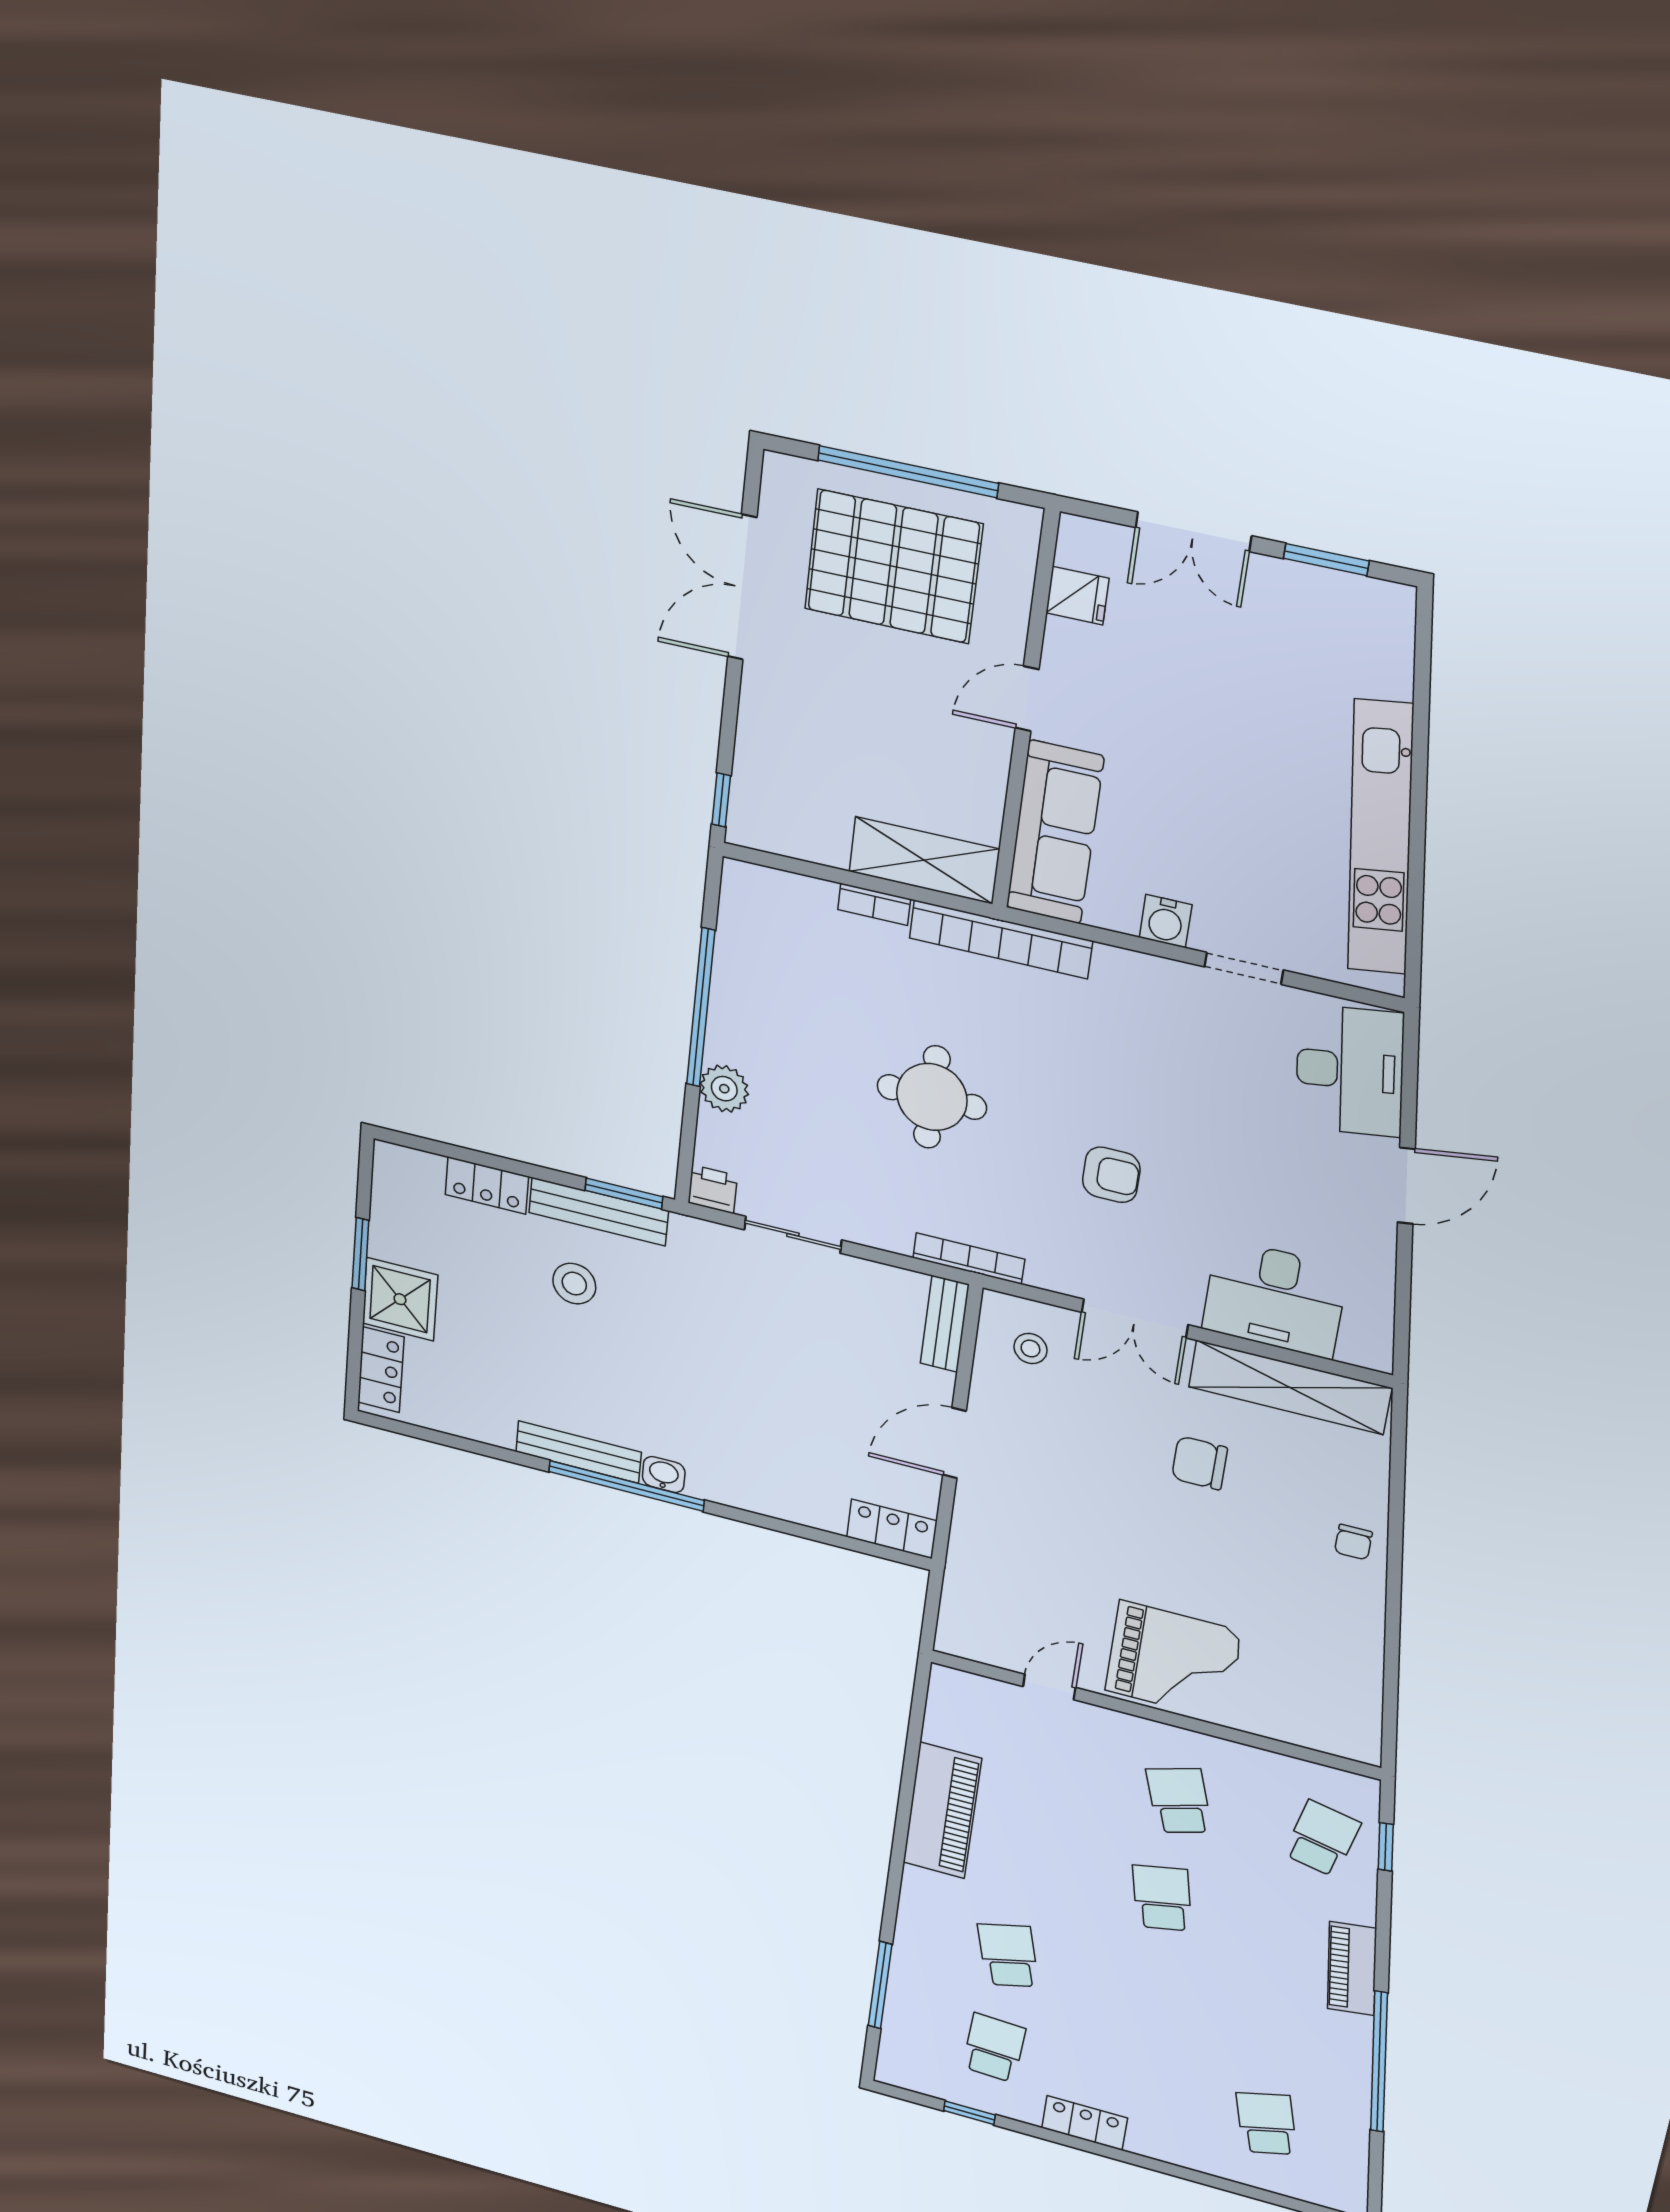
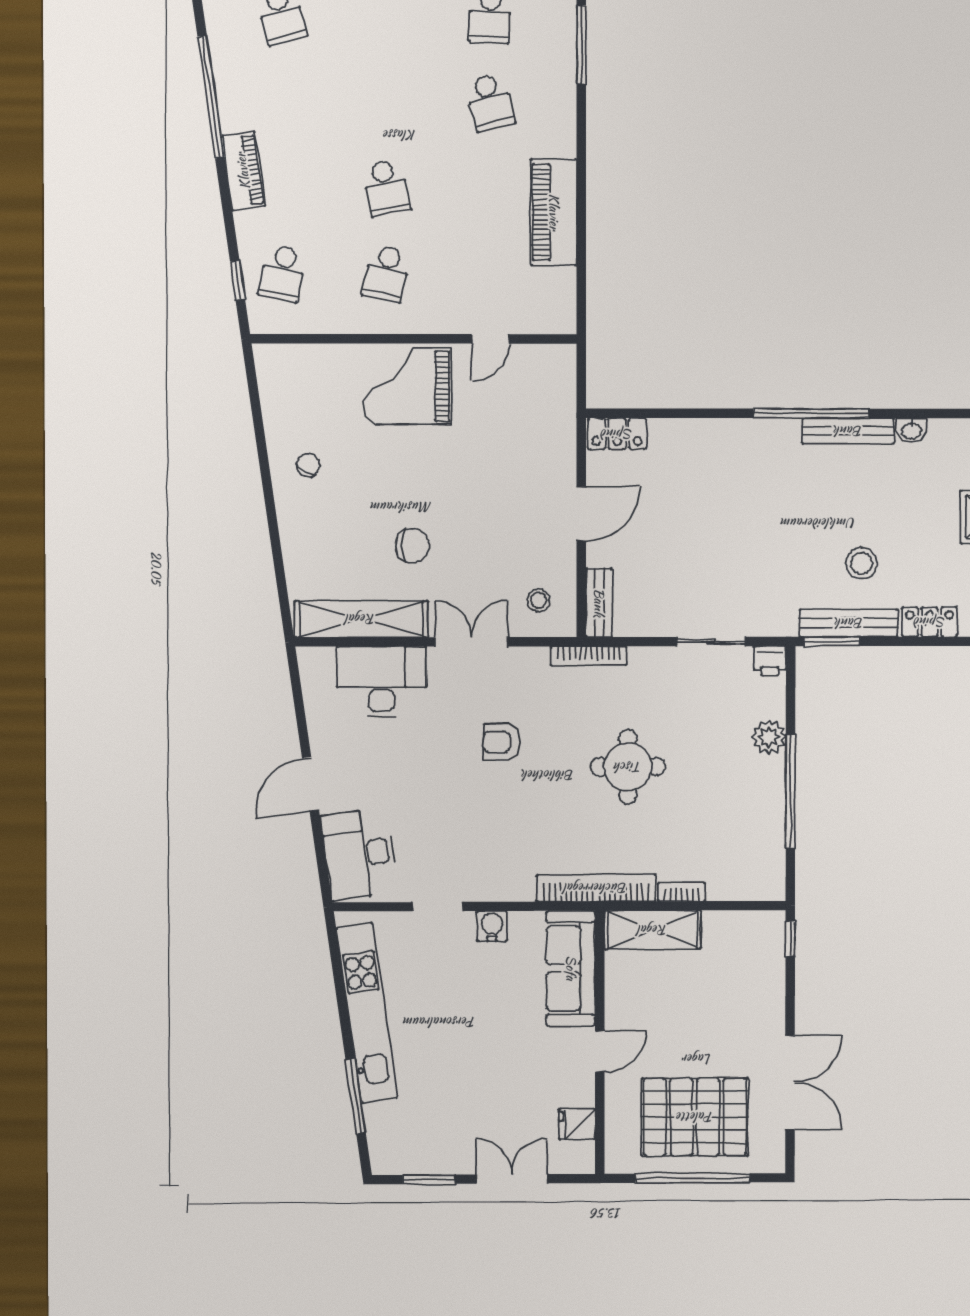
window: (1421, 715) -> (356, 1096), added
washbasin: (664, 1475) -> (912, 430), moved
chair: (1353, 1542) -> (308, 465), moved, turned 30
school desk: (1179, 1801) -> (386, 273), turned 30

